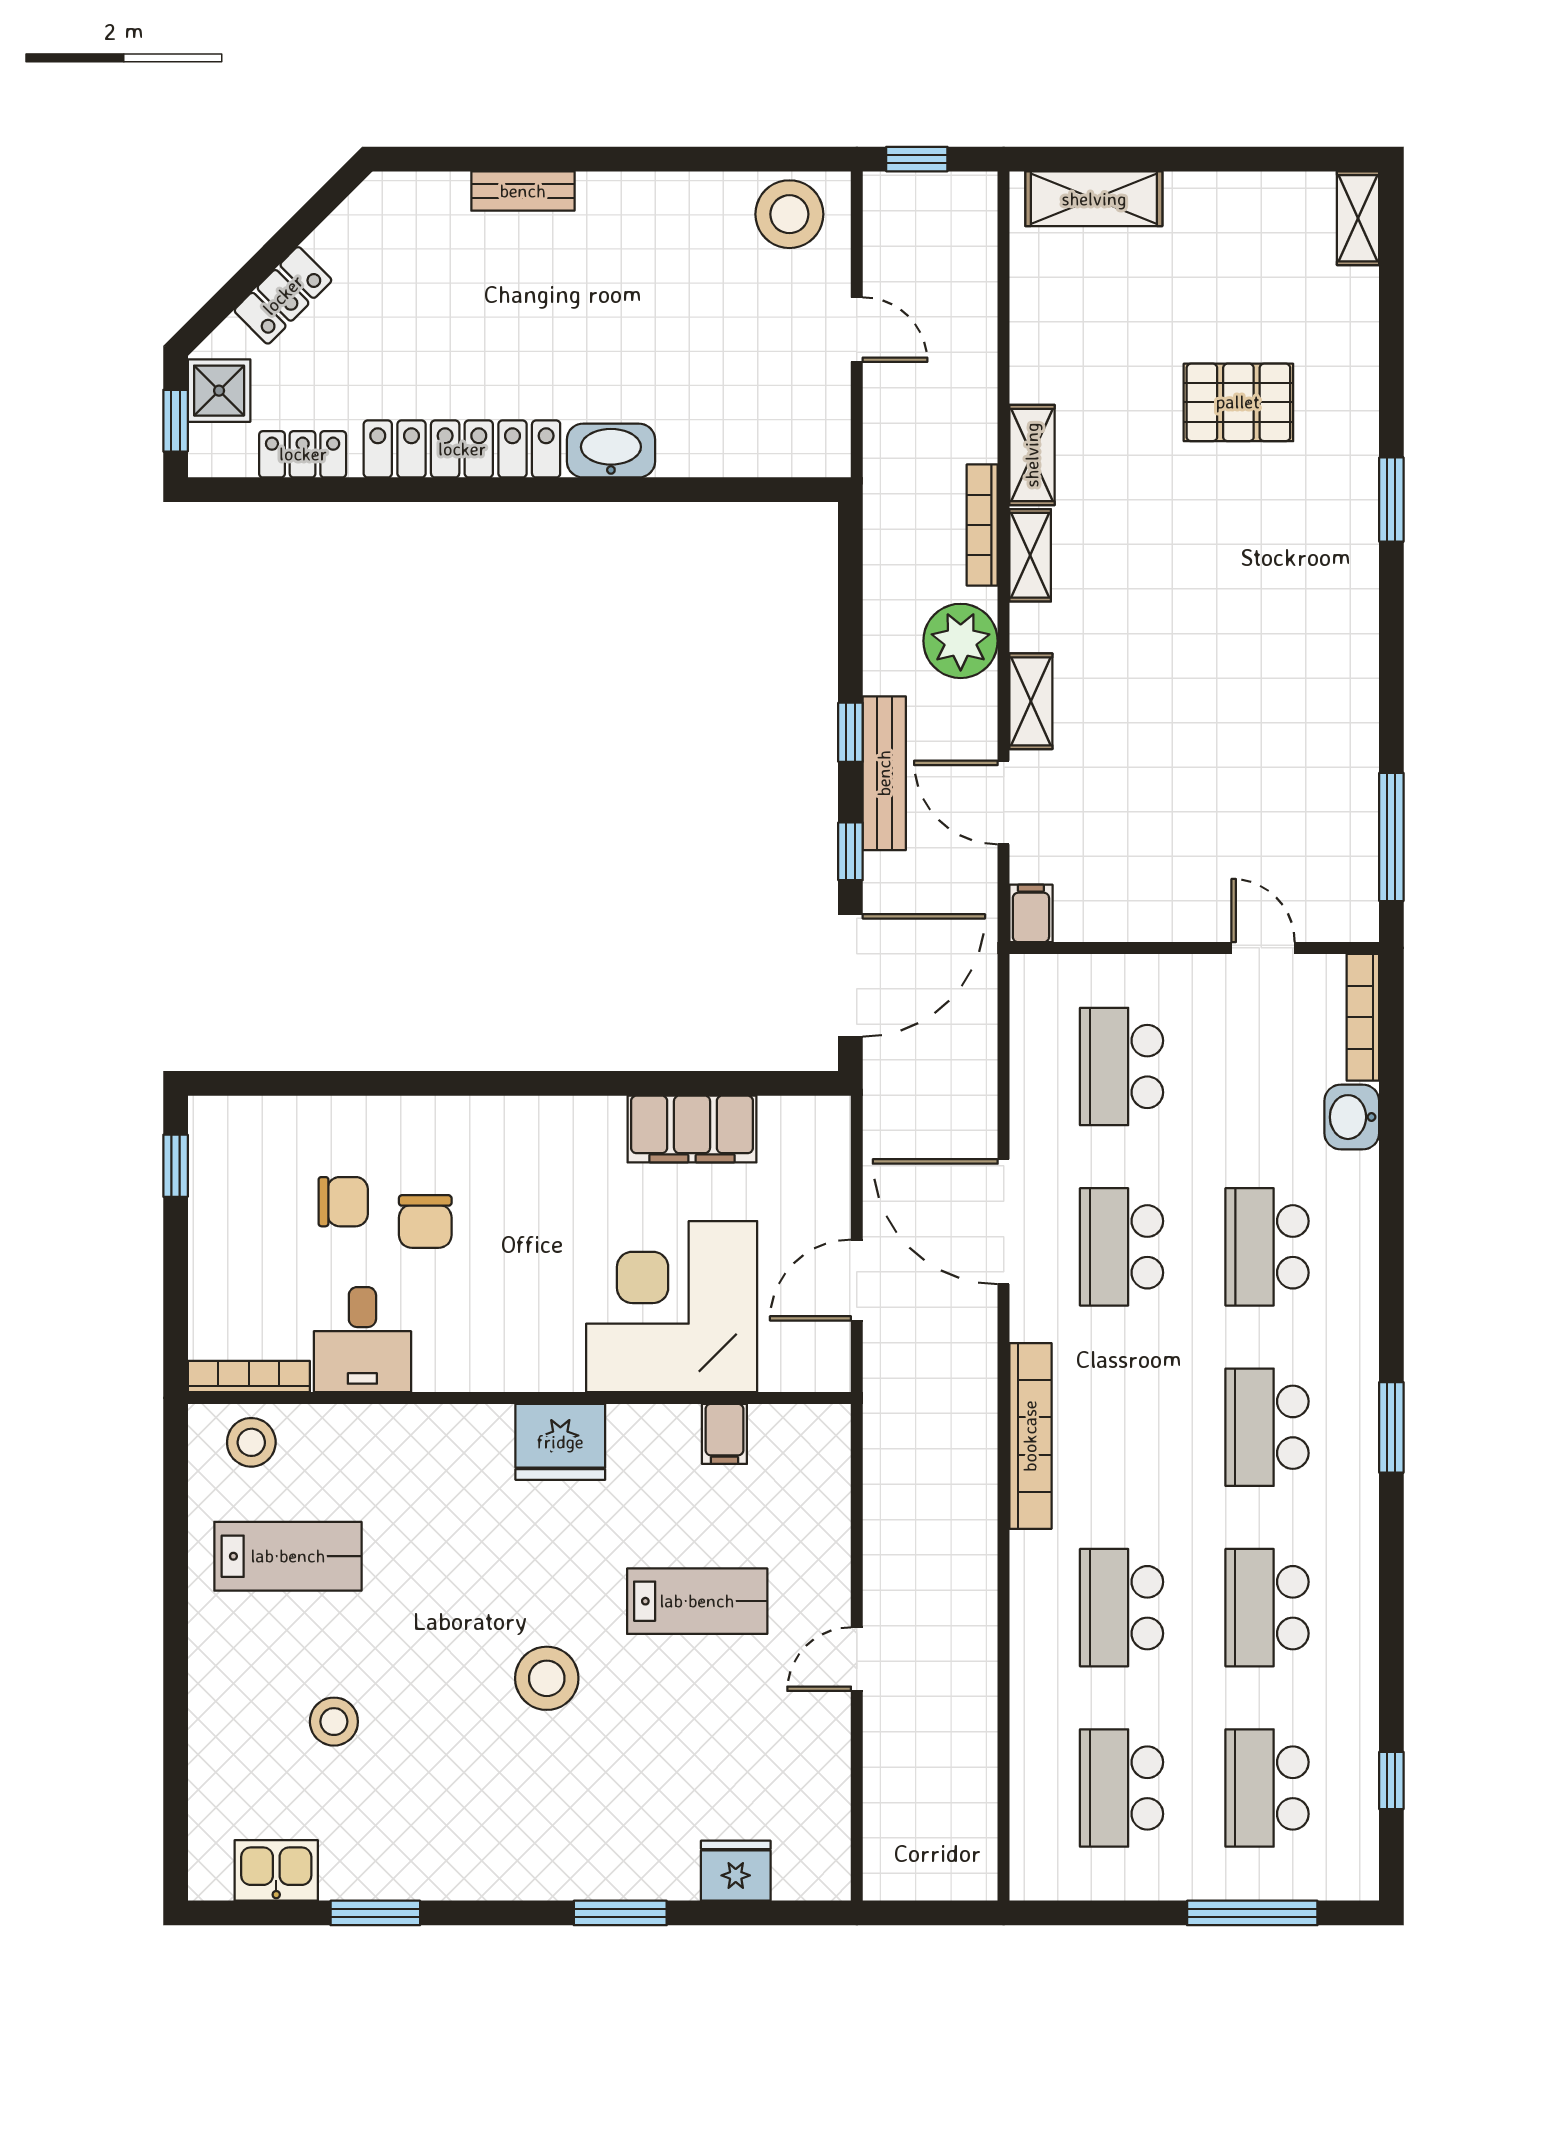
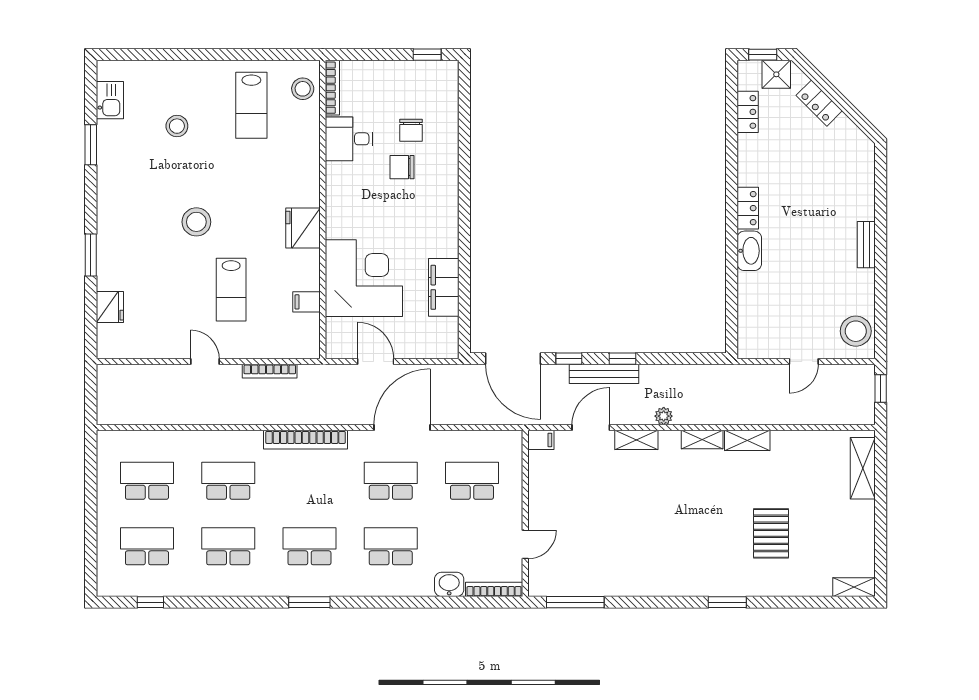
bench: (523, 191) -> (866, 245), moved
locker: (462, 449) -> (748, 208), width x0.46, depth x0.83
bookcase: (982, 525) -> (270, 371), moved, turned 180
plant: (961, 641) -> (664, 416), width x0.53, depth x0.53
window: (1252, 1913) -> (91, 540), removed

